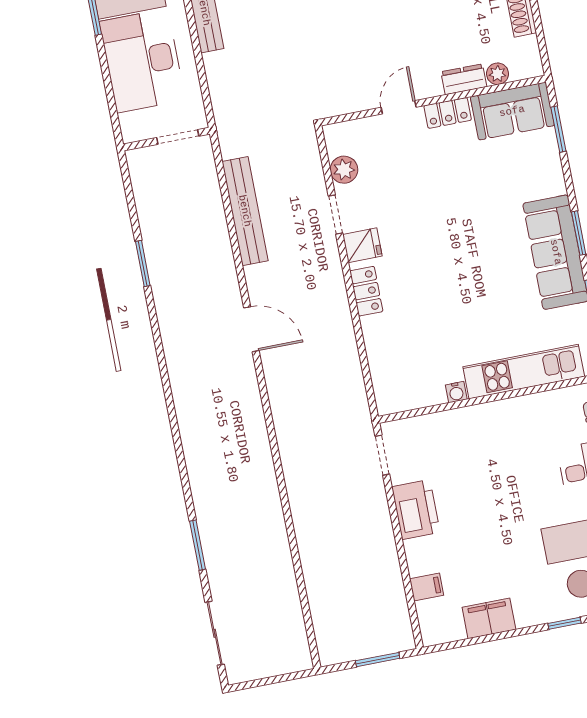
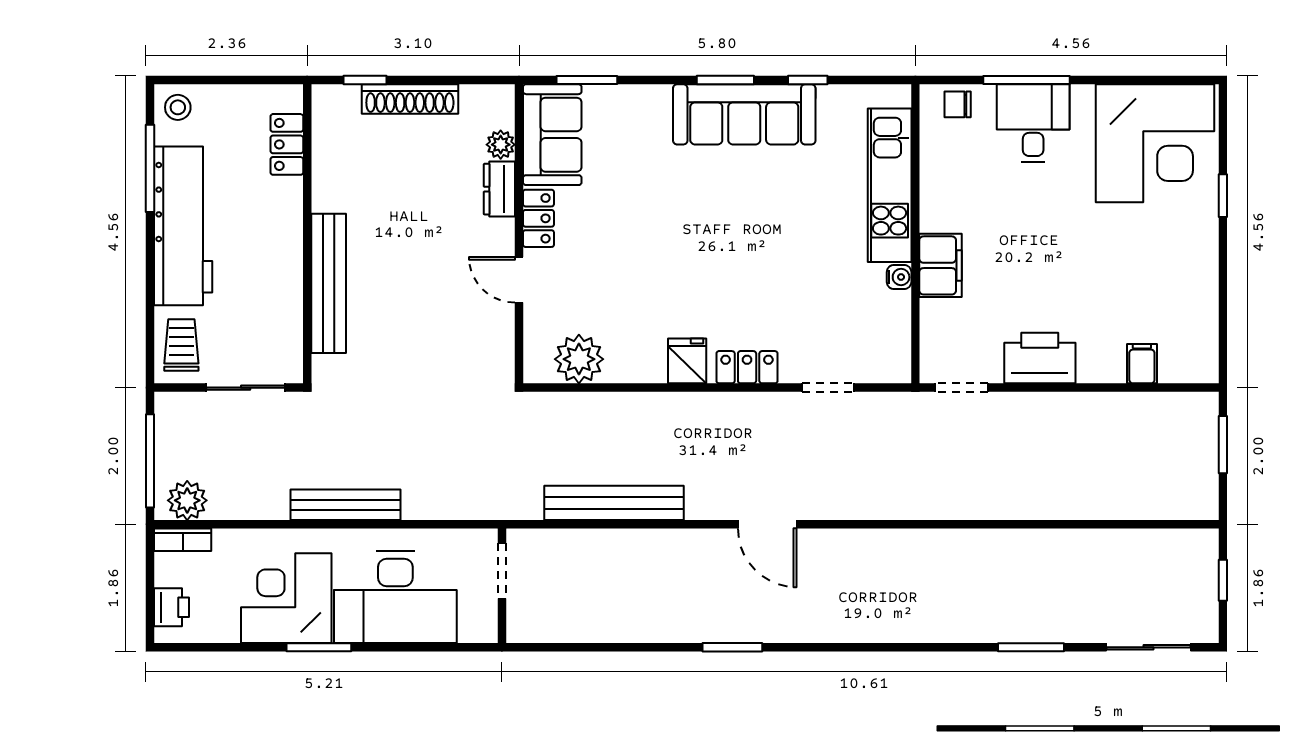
plant: (344, 170) -> (579, 359), width x1.36, depth x1.36
doorway: (336, 215) -> (828, 388), moved
window: (143, 264) -> (732, 647), moved
door: (251, 329) -> (767, 524), swing flipped
filing cabinet: (489, 618) -> (941, 265), moved, turned 180
window: (276, 679) -> (1223, 580), added

